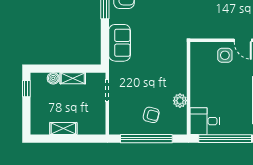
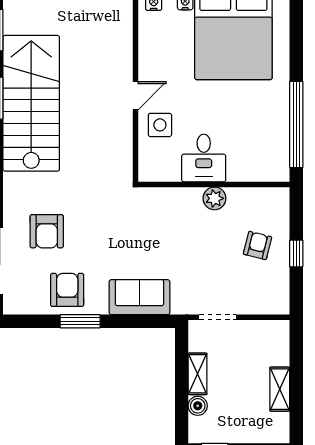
plant: (180, 101) -> (214, 198), moved
desk: (205, 121) -> (204, 158), moved
window: (146, 139) -> (296, 253), width x0.32

